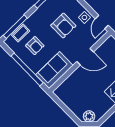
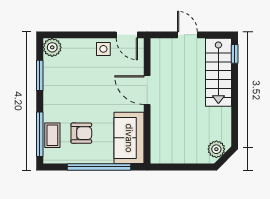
armchair: (63, 26) -> (90, 81), removed
door: (85, 57) -> (147, 90), swing flipped

